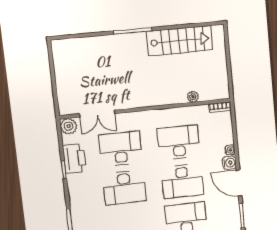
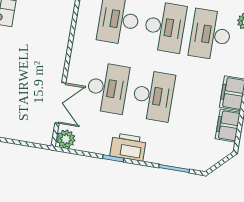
desk: (120, 149) -> (107, 88), turned 180
printer: (74, 159) -> (128, 147), moved

